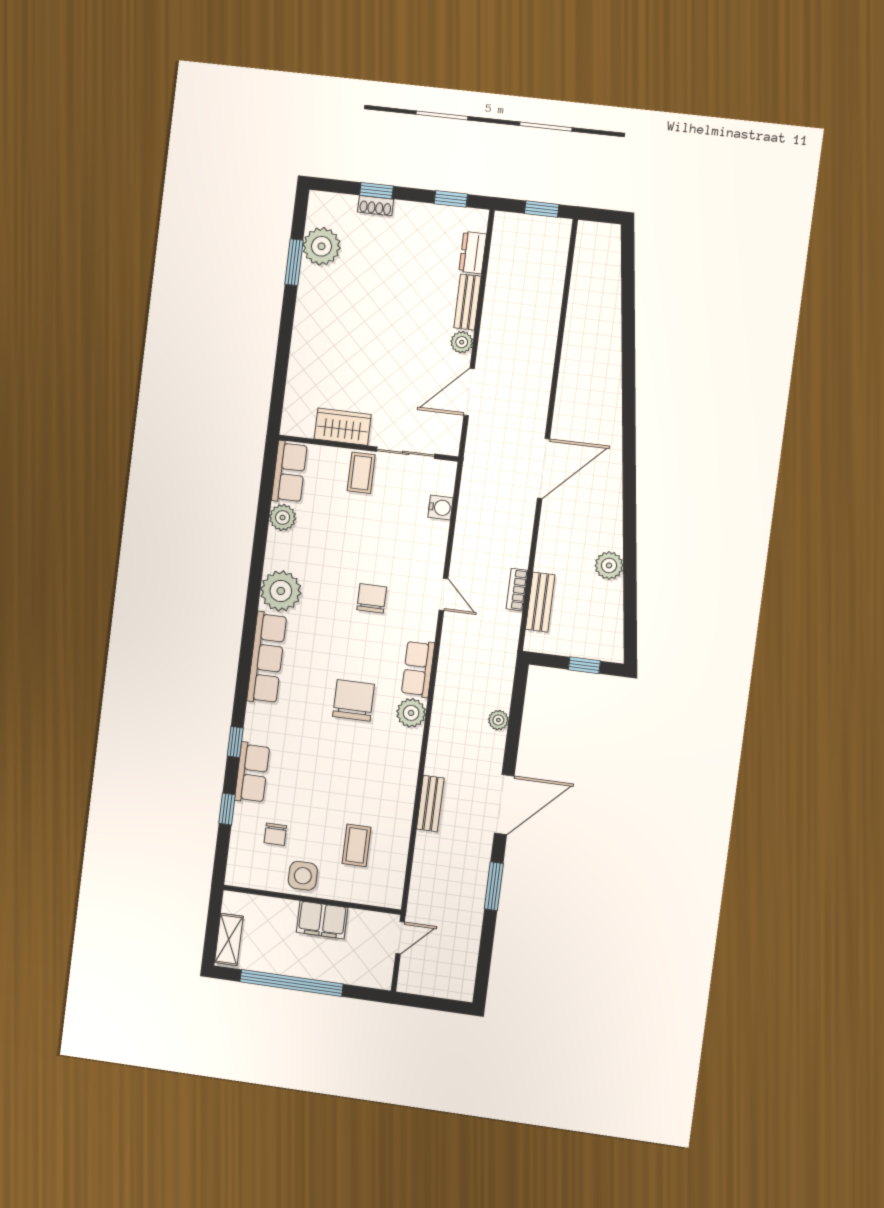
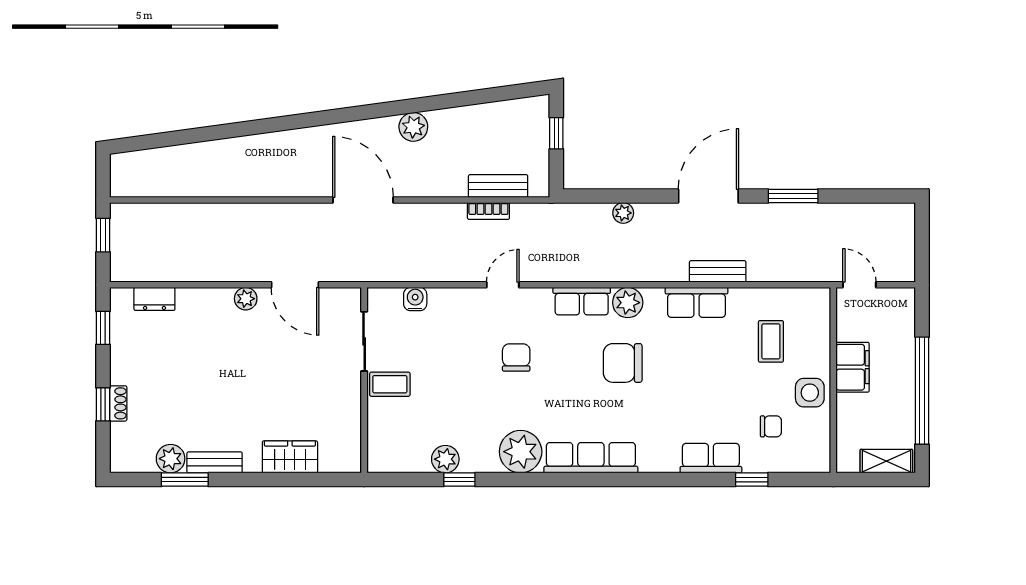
plant: (321, 246) -> (171, 459), width x0.73, depth x0.73
bench: (467, 302) -> (215, 462), moved
wardrobe: (343, 427) -> (290, 457), moved, turned 90
row of seats: (289, 472) -> (697, 302), moved, turned 180
plant: (609, 565) -> (413, 127), moved
chair: (372, 598) -> (516, 358), turned 90
window: (235, 742) -> (459, 480), moved
door: (504, 805) -> (708, 196), hinge flipped
coffee table: (356, 845) -> (771, 341), turned 90

